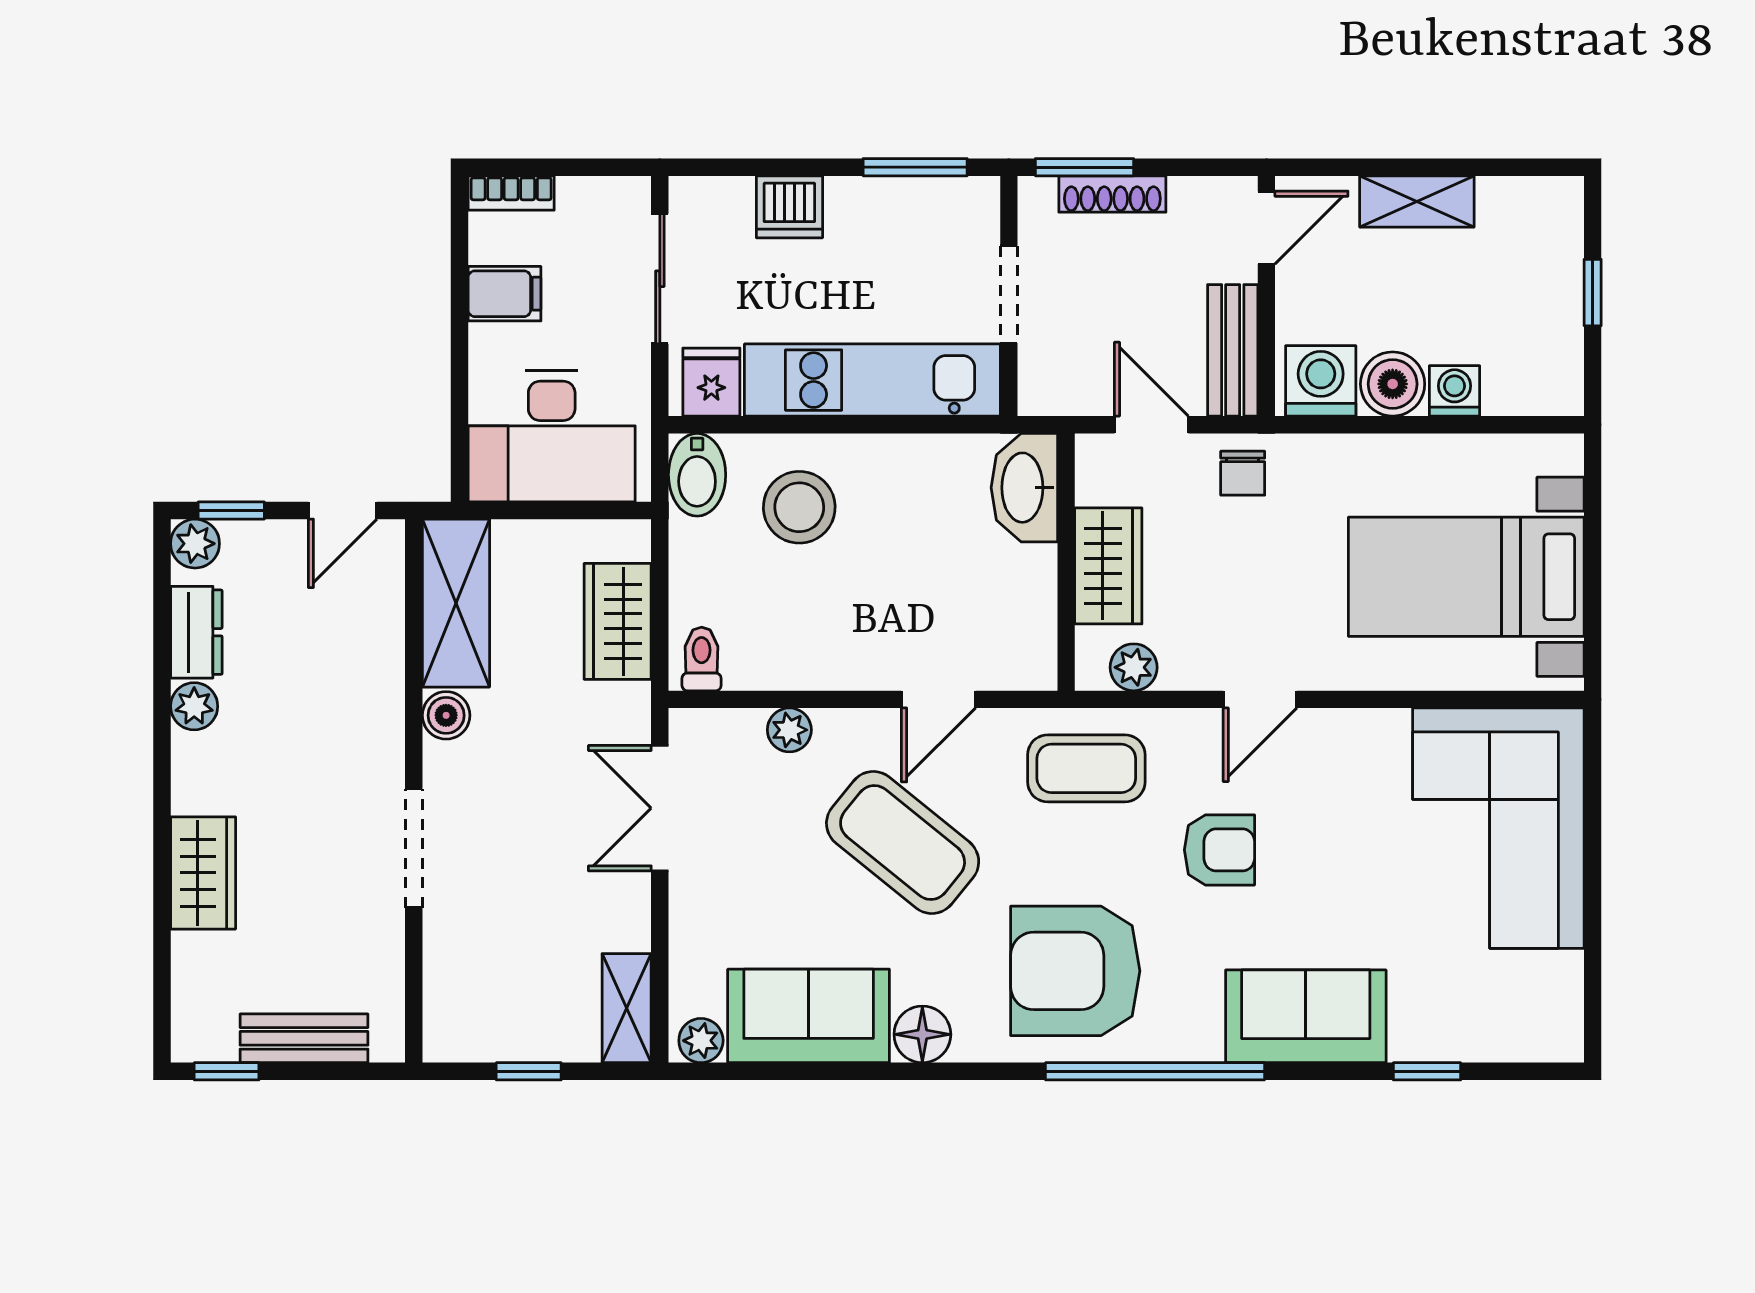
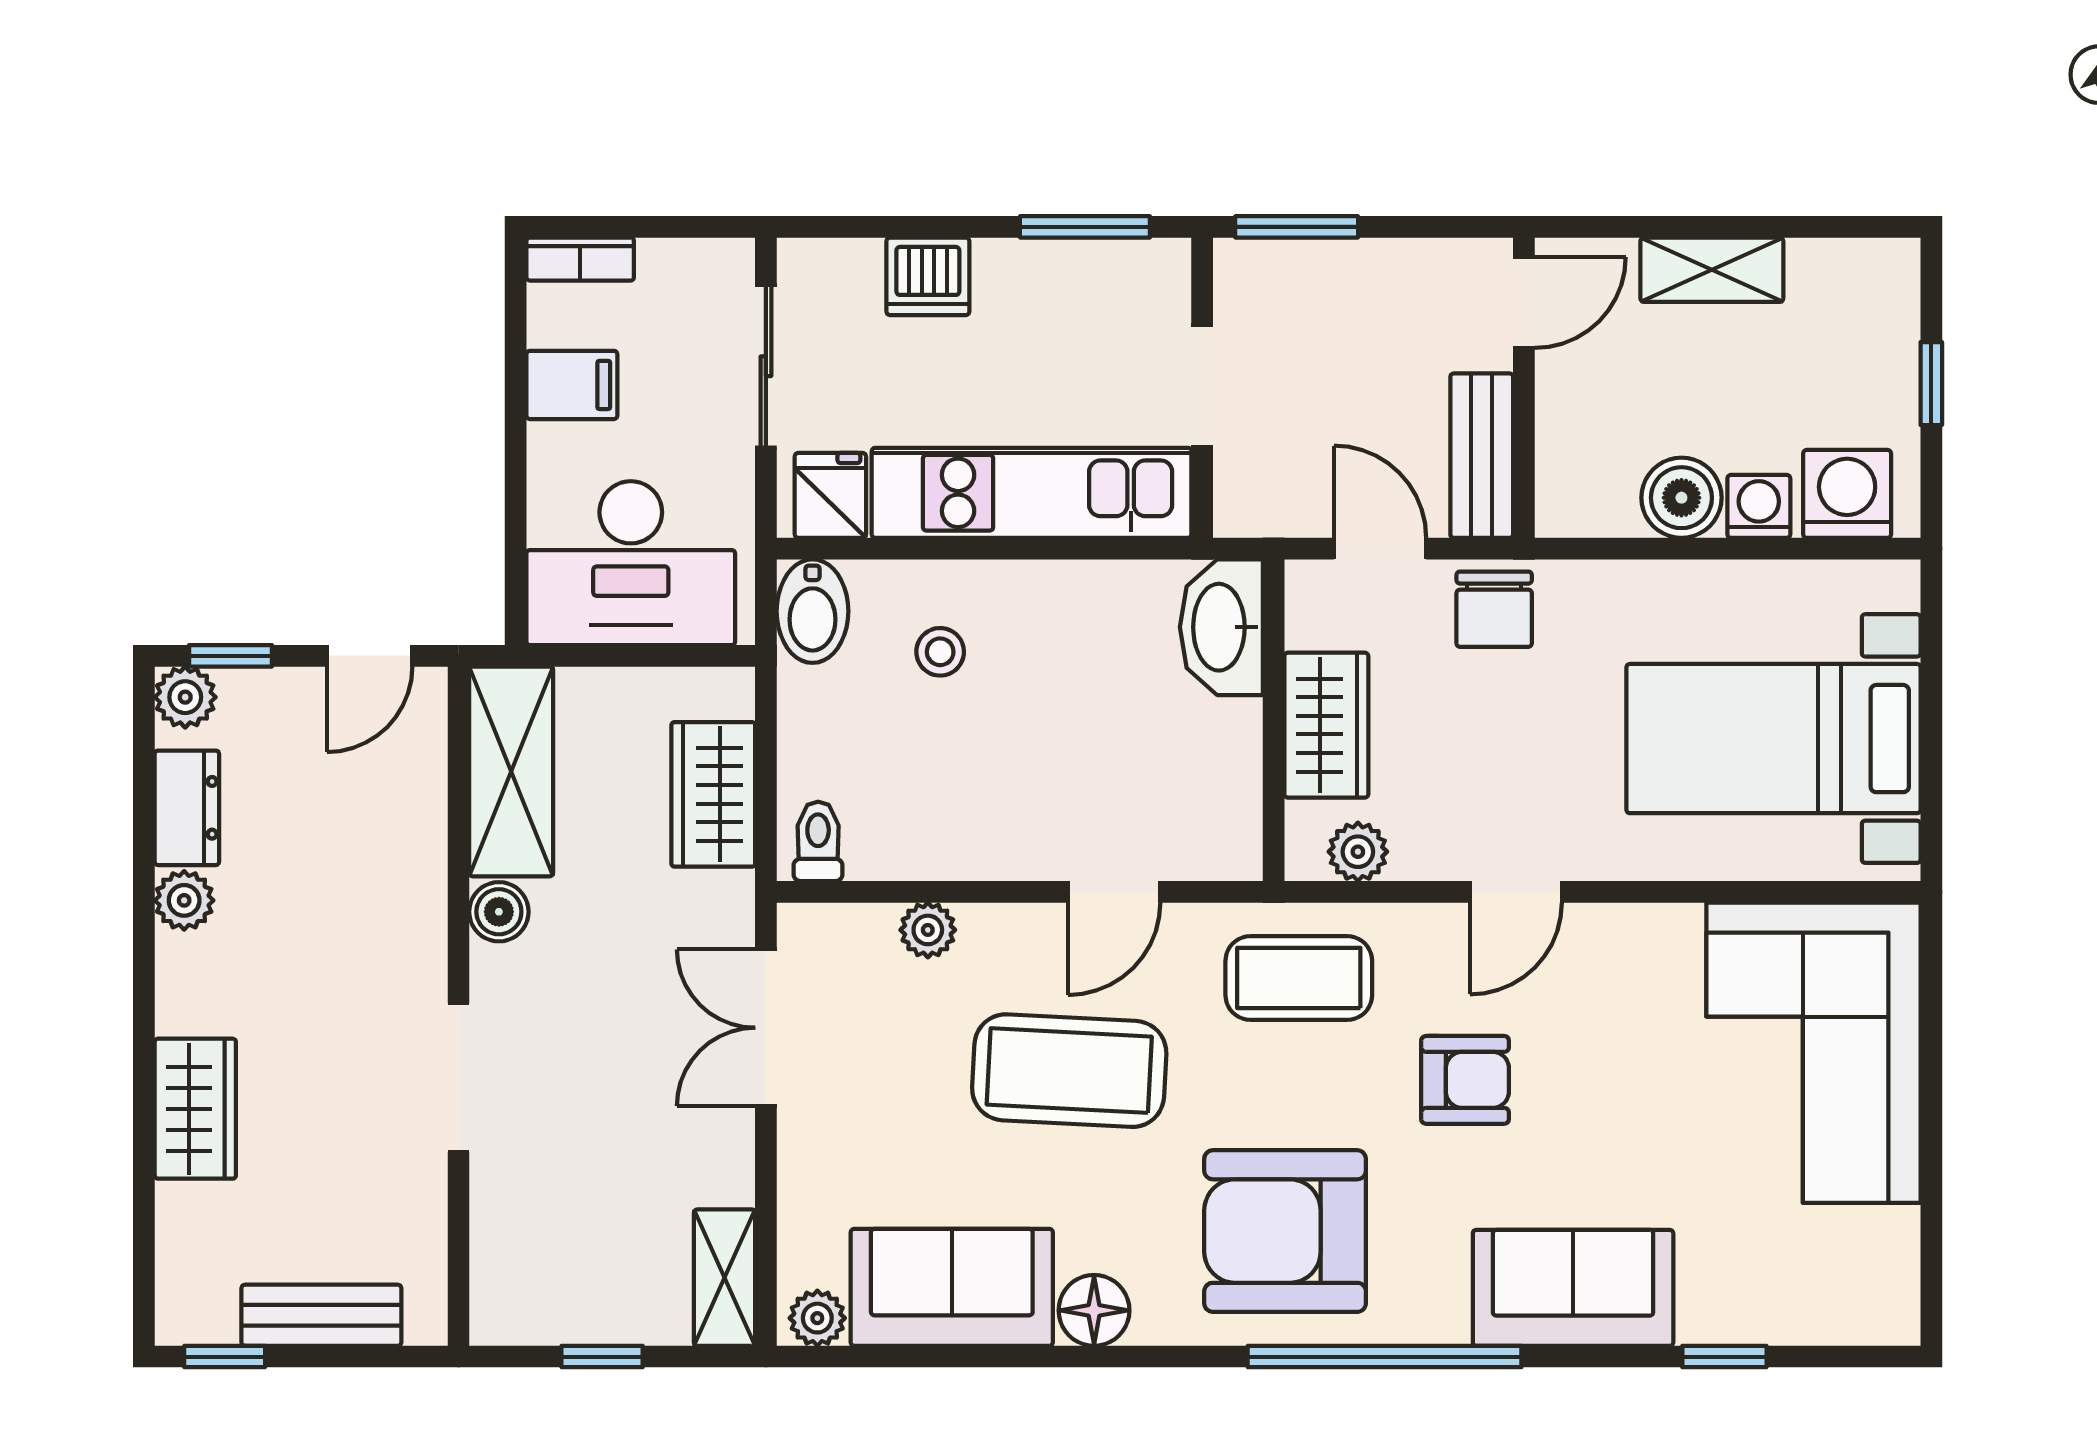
shoe rack: (1112, 194) -> (1331, 260), removed
washing machine: (1321, 381) -> (1847, 494), moved
chair: (1243, 473) -> (1494, 609), width x1.37, depth x1.37
stool: (799, 507) -> (940, 652), width x0.53, depth x0.53
coffee table: (903, 843) -> (1069, 1071), turned -36

